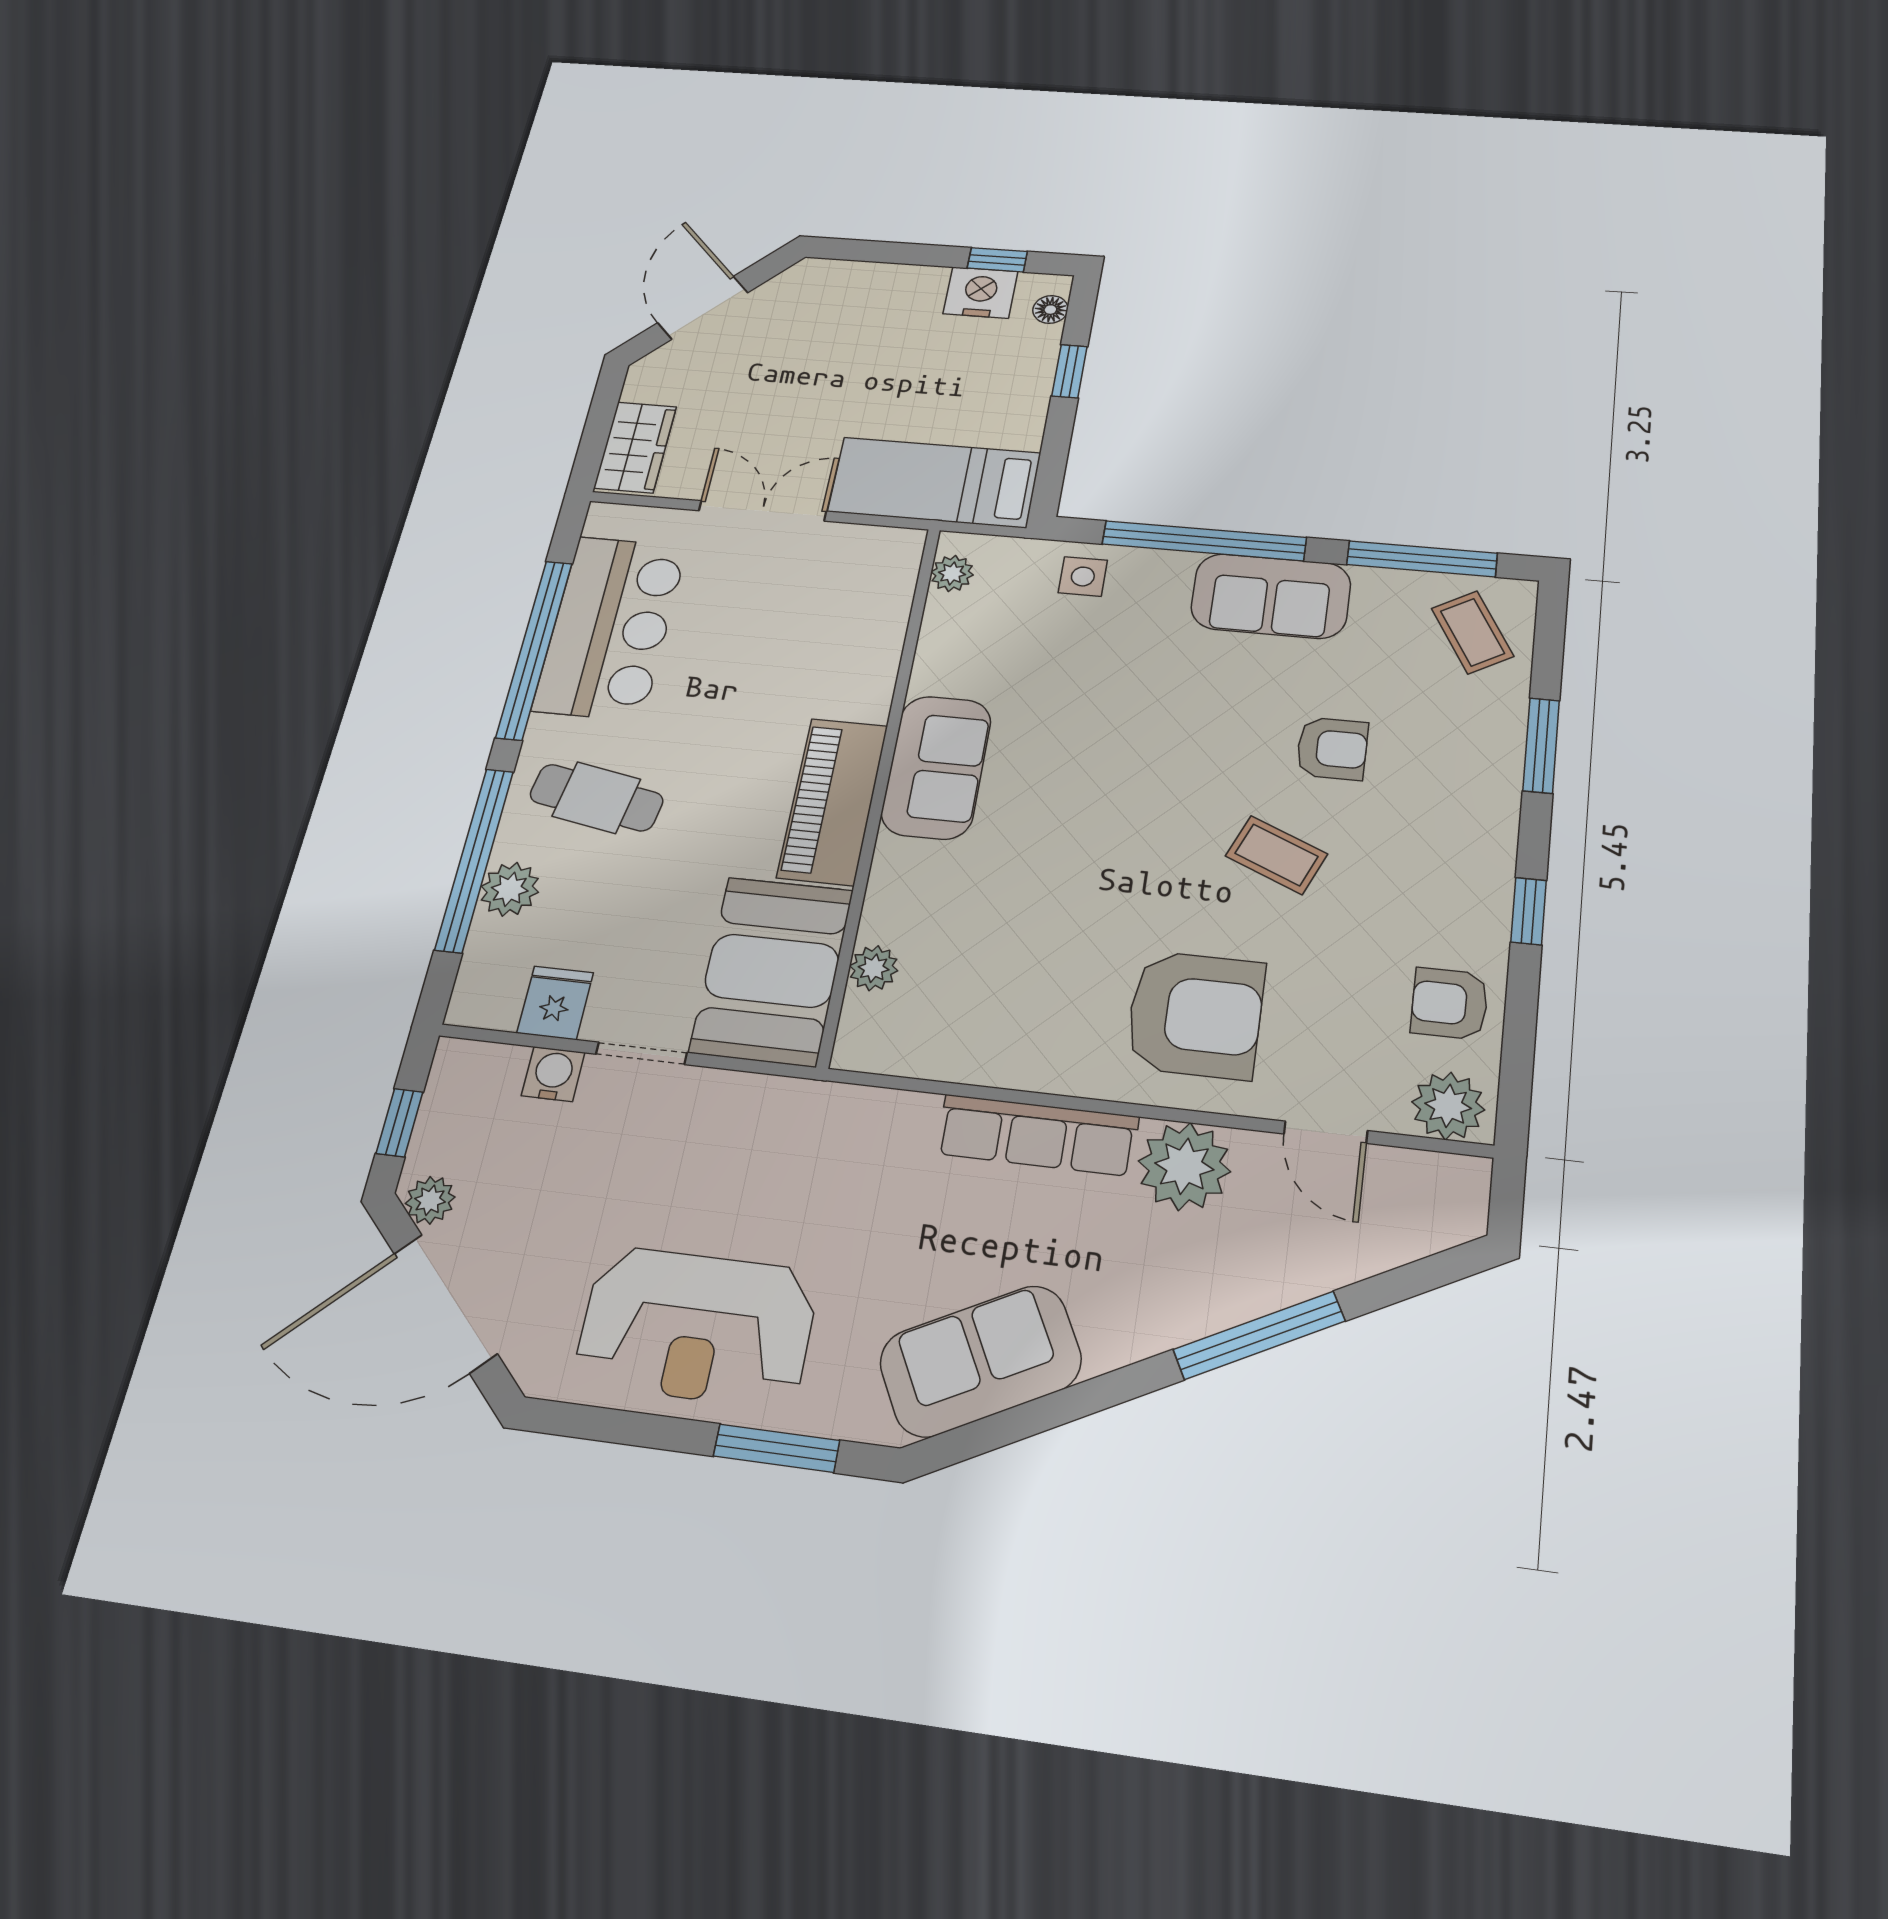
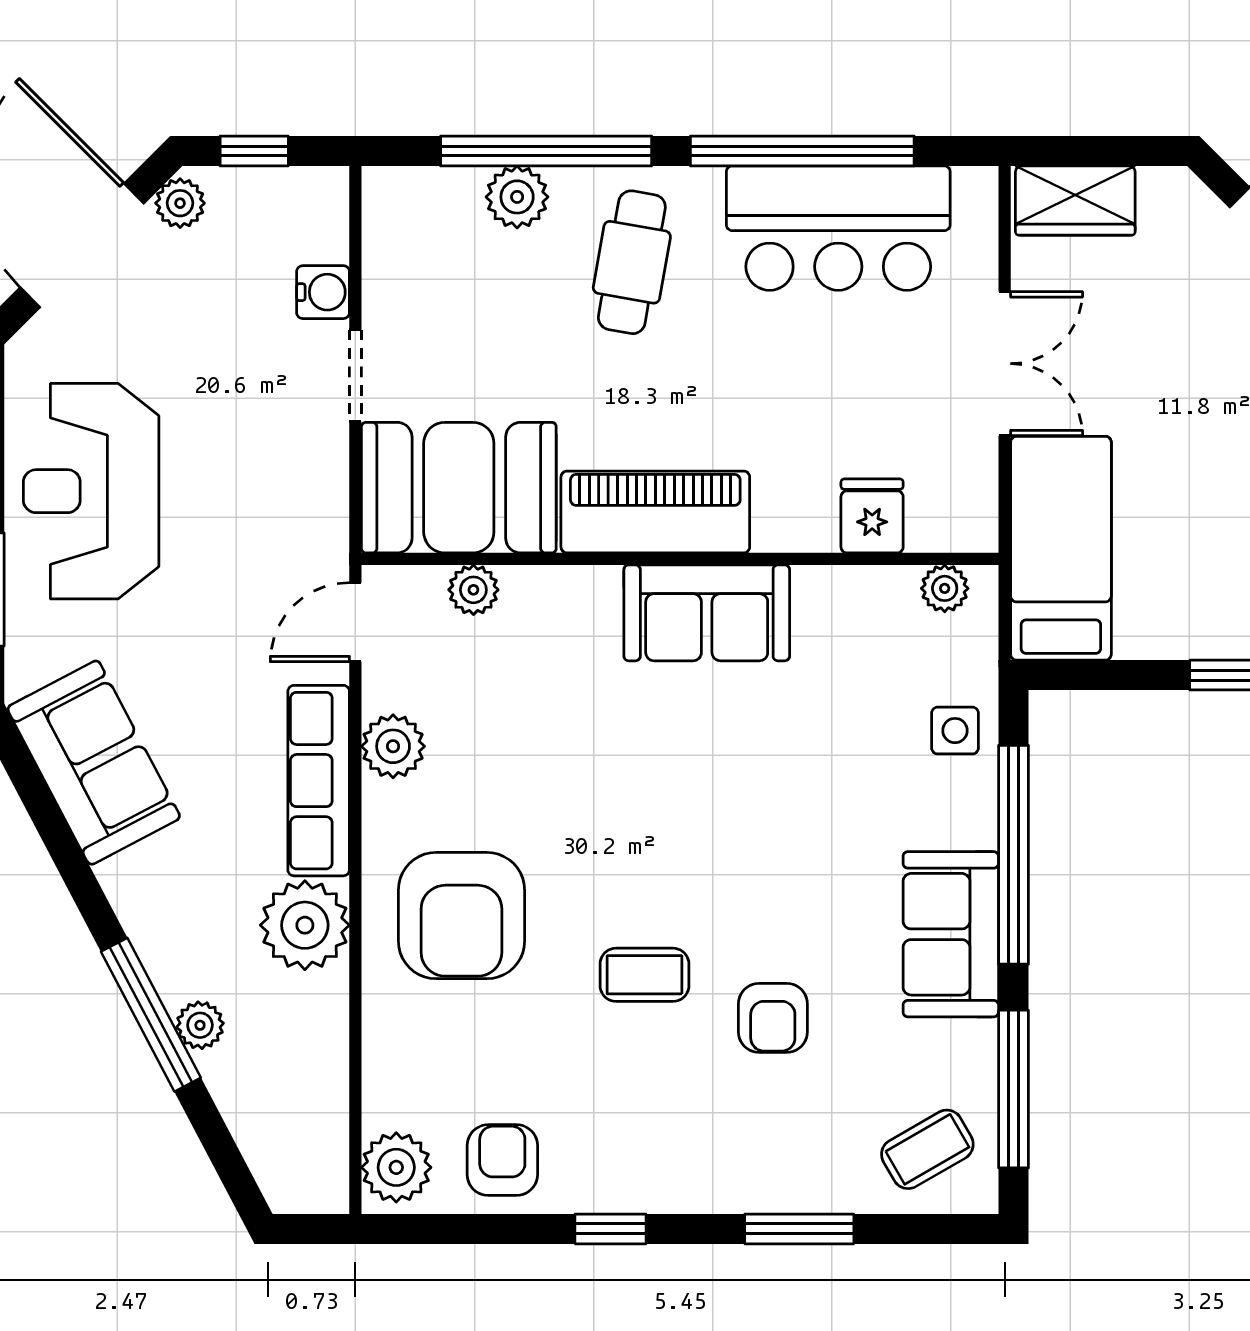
coffee table: (1276, 855) -> (644, 975), turned 67
fridge: (555, 1003) -> (872, 516), moved, turned -90
plant: (1015, 1060) -> (393, 746), added
door: (1326, 1132) -> (355, 622), moved
plant: (1277, 1285) -> (200, 1025), added

